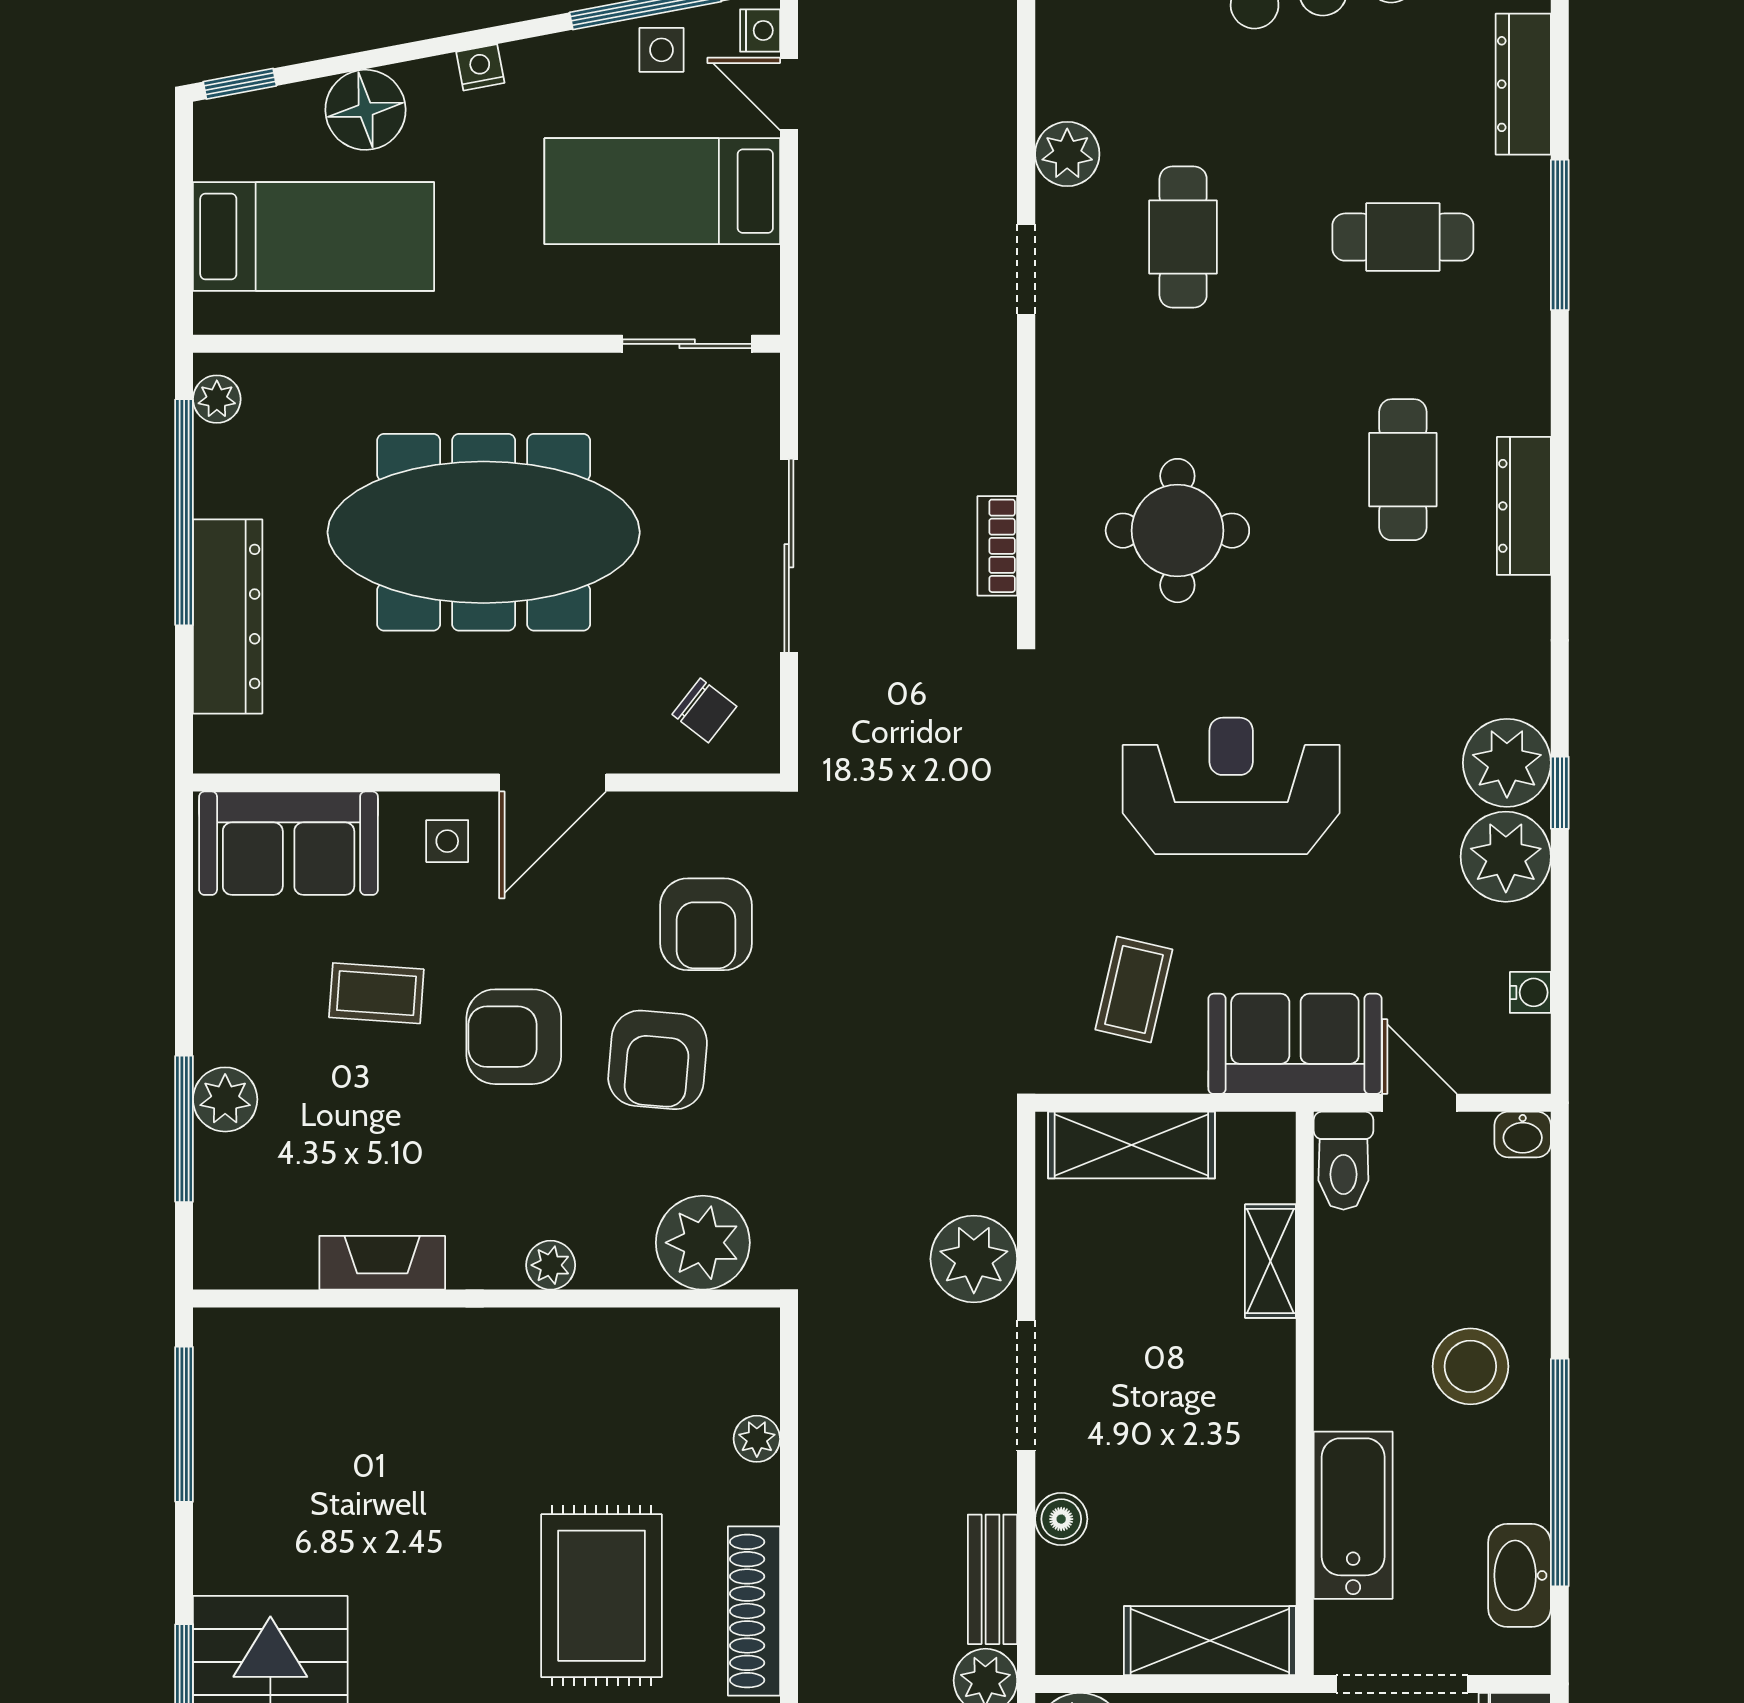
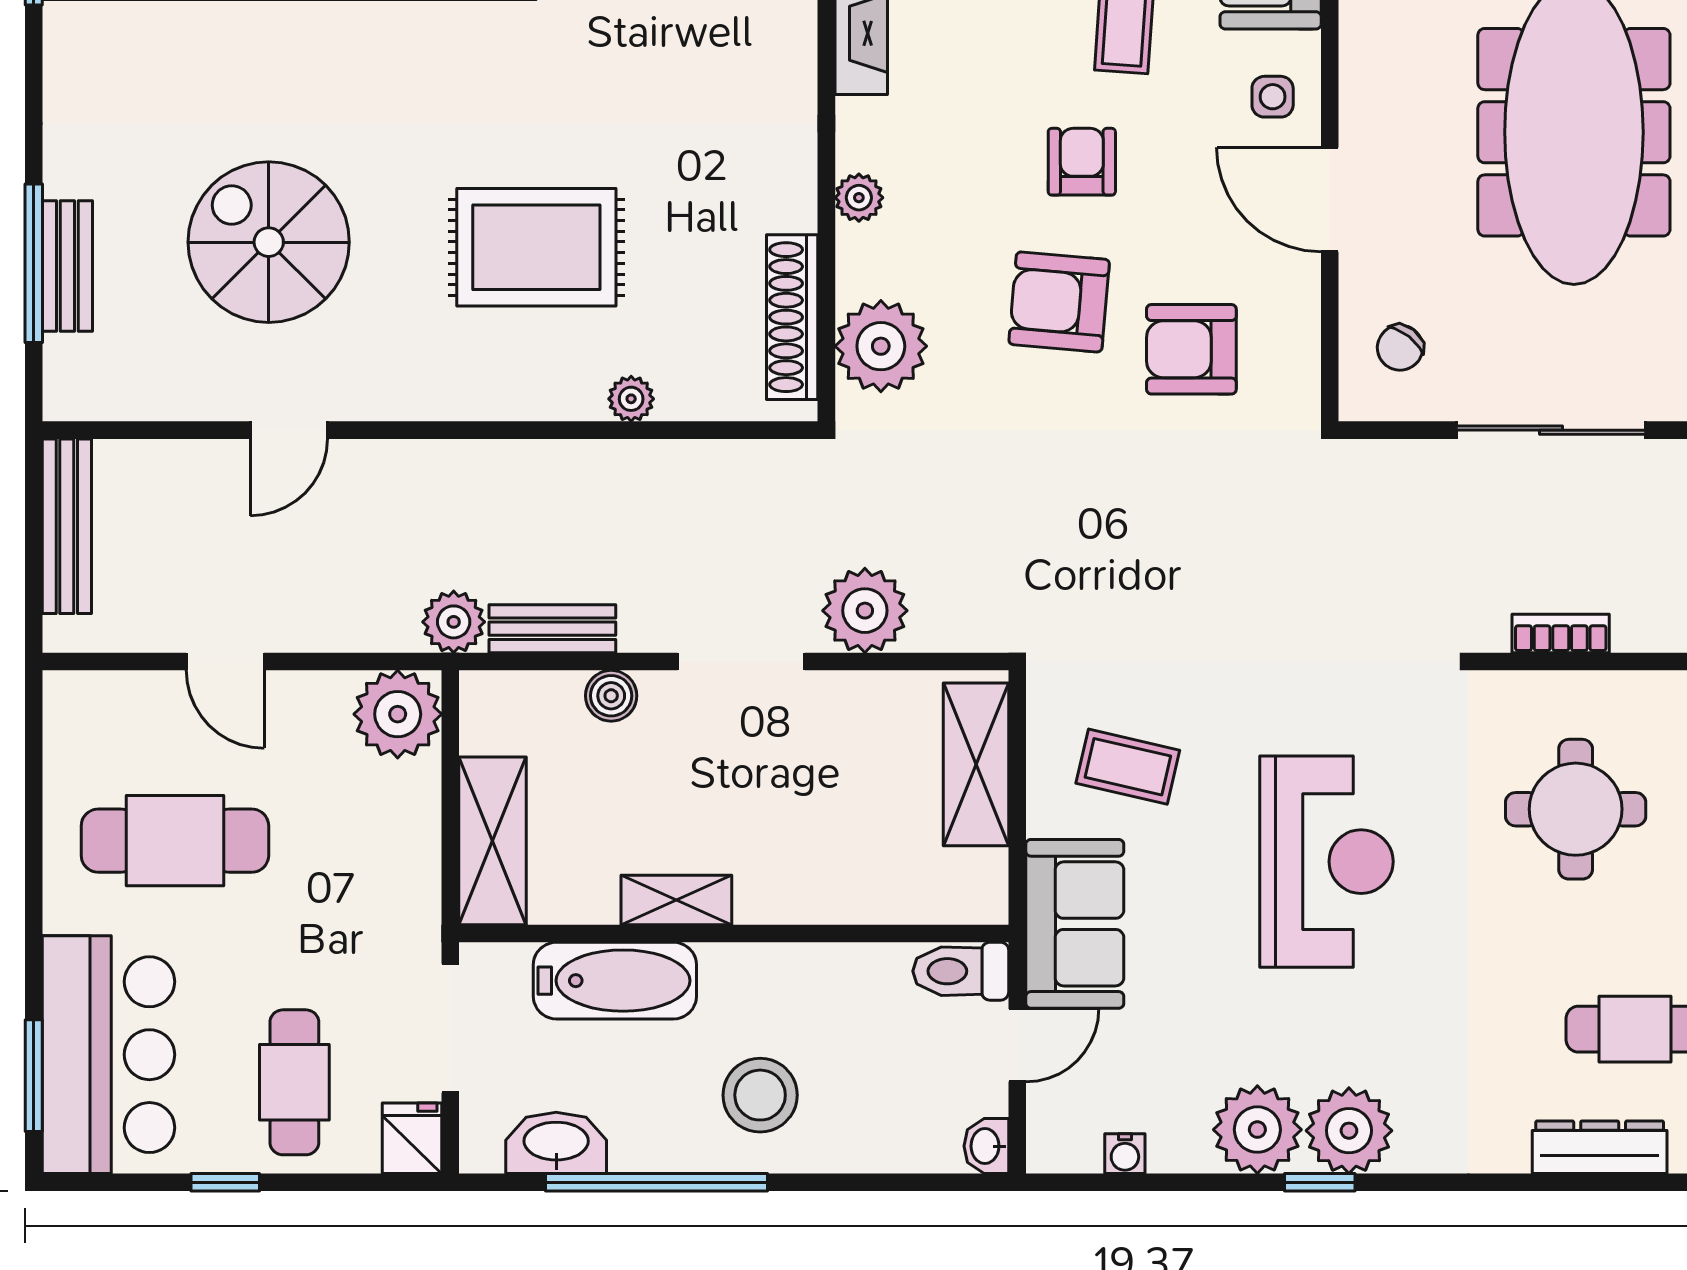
armchair: (514, 1037) -> (1082, 162), width x0.72, depth x0.72
shelving: (1270, 1261) -> (676, 900), moved
plant: (757, 1439) -> (631, 399), moved
shoe rack: (754, 1611) -> (792, 317), moved, turned -90

